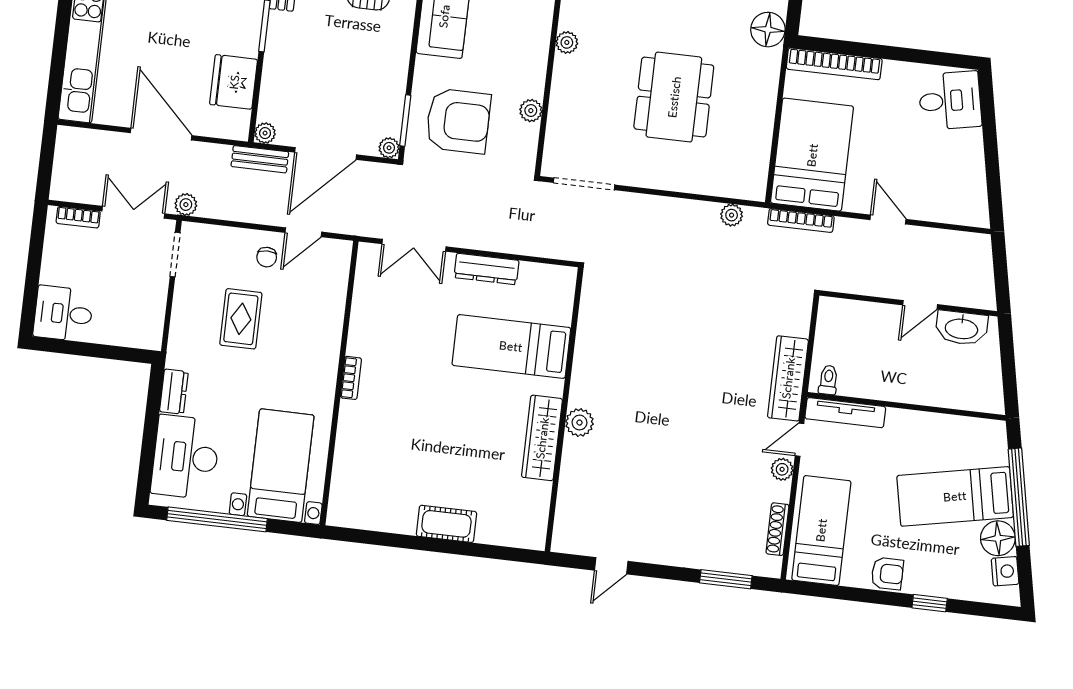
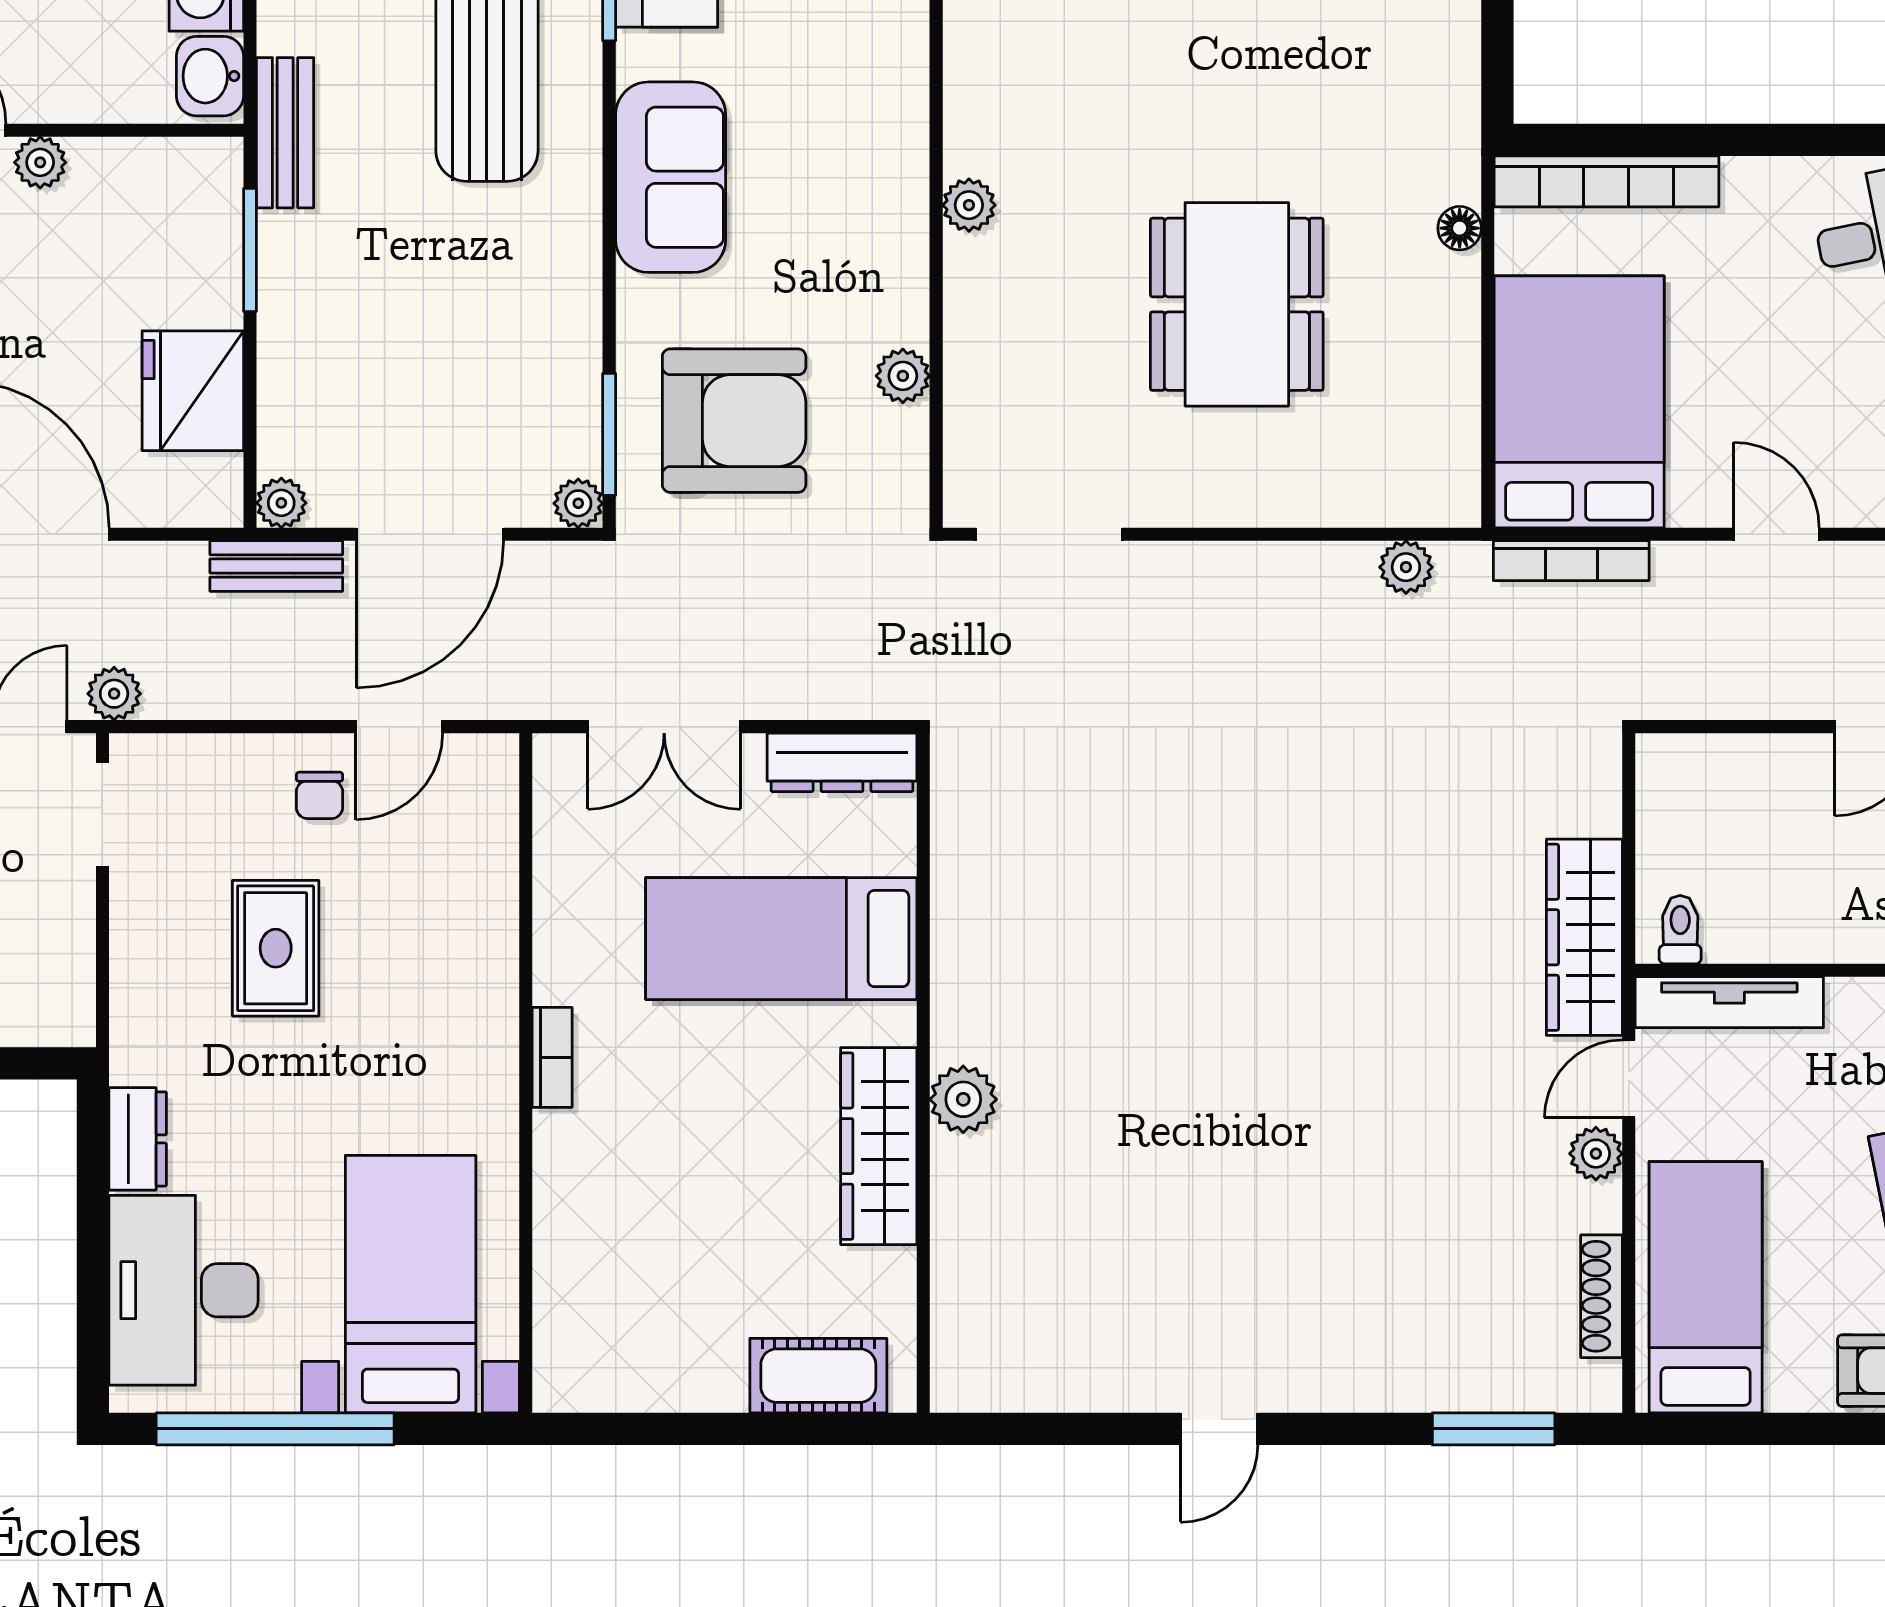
floor lamp: (768, 30) -> (1460, 228), moved, width x0.53, depth x0.53
bed: (511, 346) -> (781, 939), moved
wall: (564, 410) -> (923, 1073), moved
plant: (579, 423) -> (963, 1099), moved
wardrobe: (542, 438) -> (879, 1146), moved

